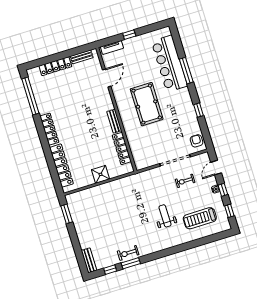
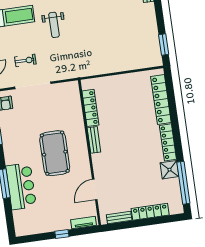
bar counter: (169, 64) -> (21, 186), width x0.73
shower: (101, 174) -> (169, 170), moved

